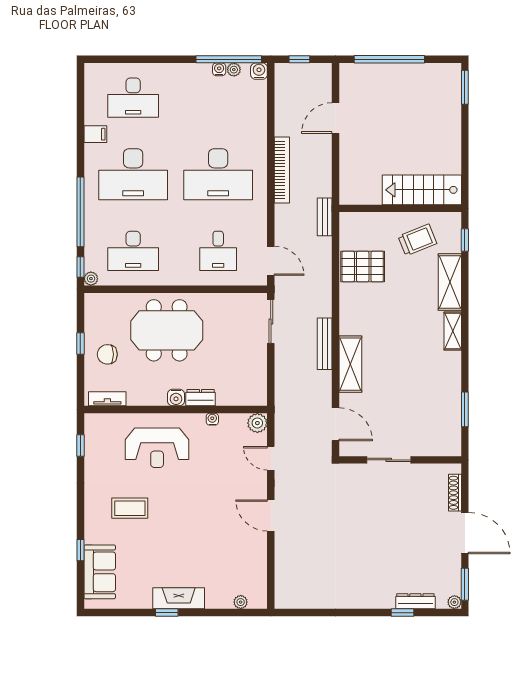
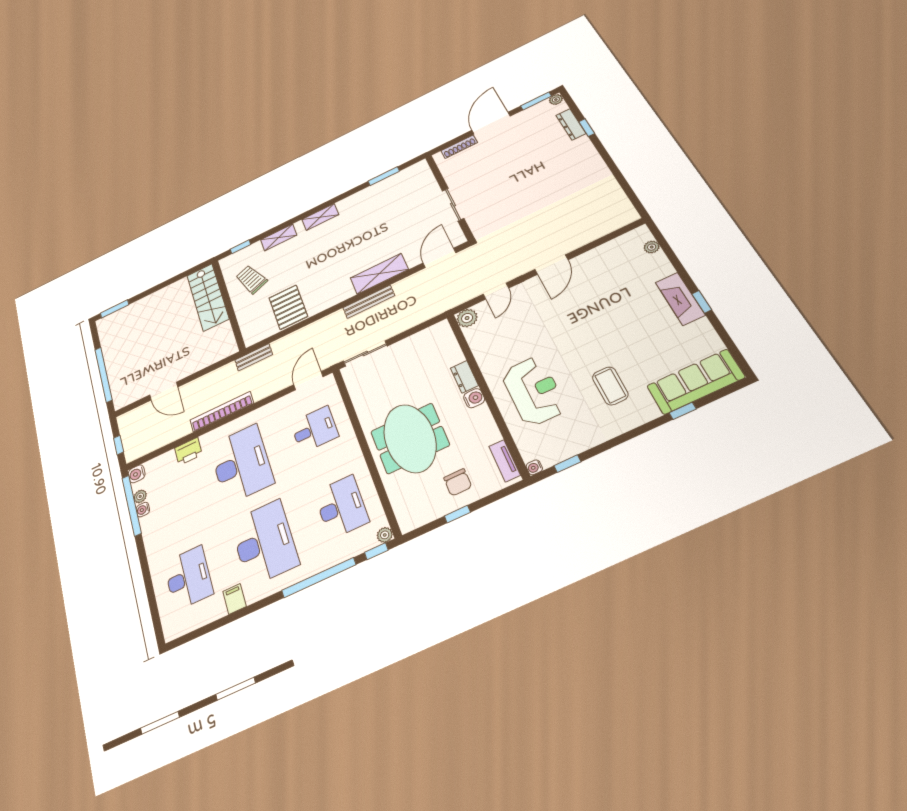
printer: (257, 127) -> (188, 451), added
shelving: (450, 282) -> (279, 237), width x0.67, depth x0.75
water cooler: (212, 419) -> (534, 467), moved
sofa: (100, 572) -> (696, 382), width x1.36

